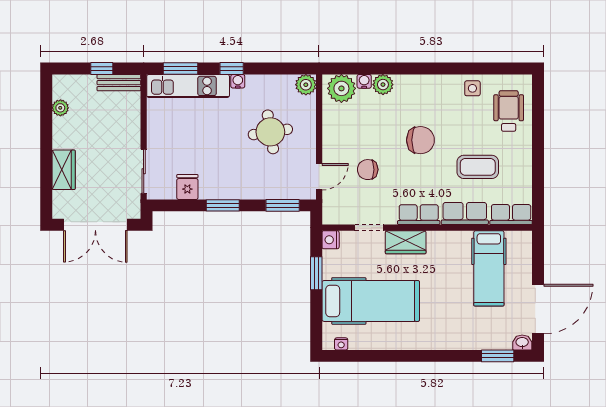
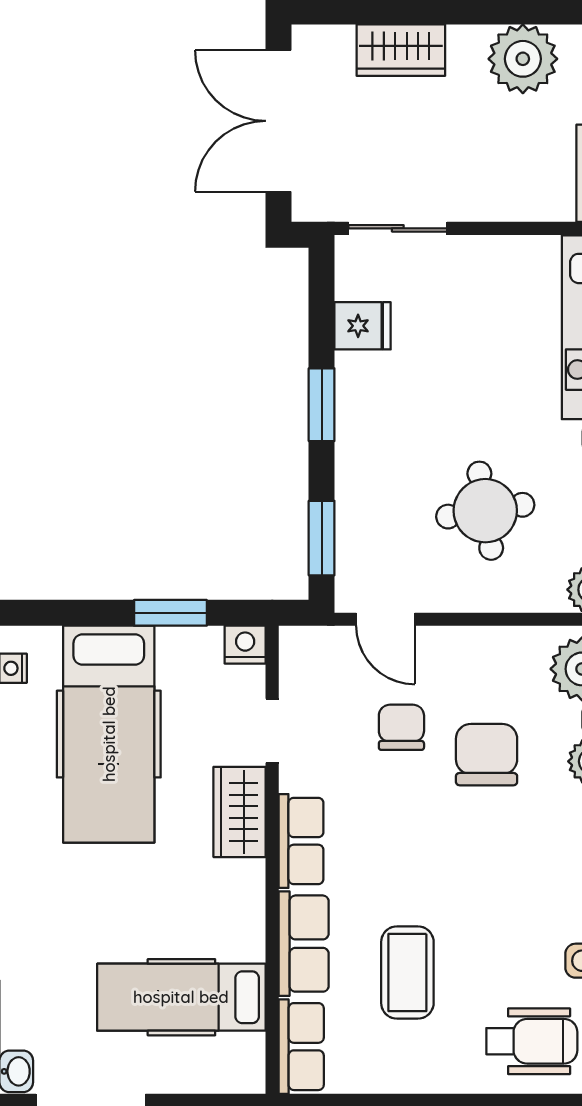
plant: (60, 108) -> (523, 59), width x1.88, depth x1.88
chair: (420, 140) -> (487, 755), moved, turned 180

